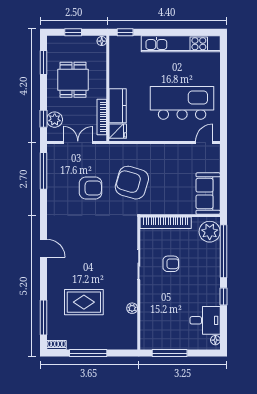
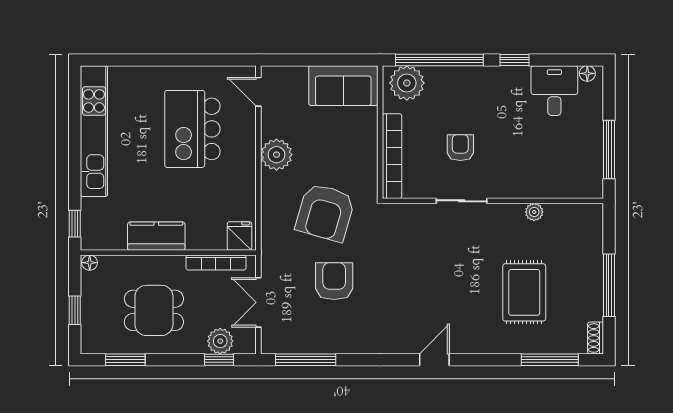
kitchen island: (182, 103) -> (192, 129), width x0.73
kitchen counter: (118, 106) -> (156, 236), moved
plant: (167, 153) -> (276, 155), added

